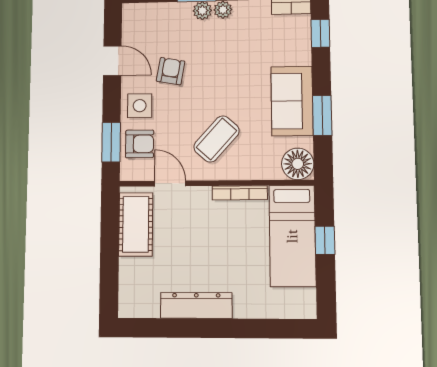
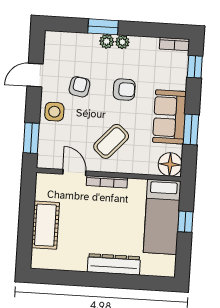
door: (112, 61) -> (35, 75), swing flipped
armchair: (140, 144) -> (124, 90), moved
bookcase: (240, 193) -> (107, 182), moved
cot: (136, 224) -> (45, 225), moved
dresser: (196, 305) -> (114, 264), moved

